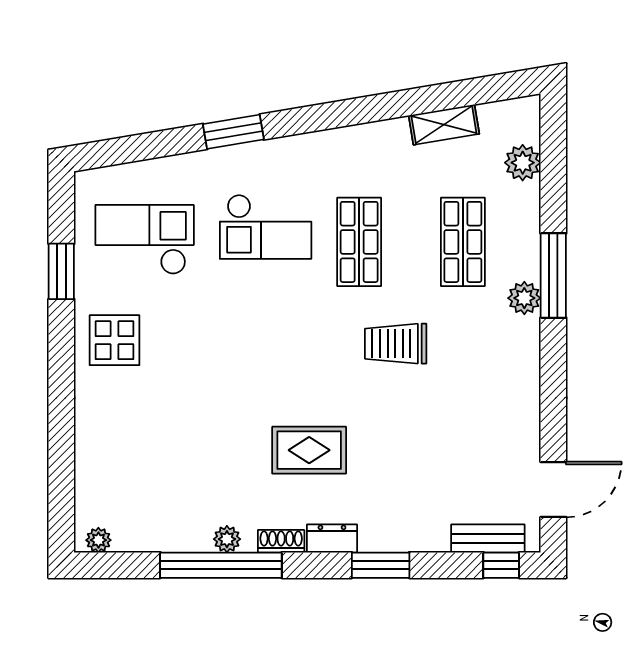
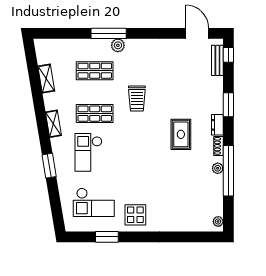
shelving: (335, 142) -> (53, 124), added
plant: (523, 163) -> (62, 46), removed
checkout: (266, 227) -> (88, 152), turned 180
checkout: (145, 240) -> (94, 202), turned -90

